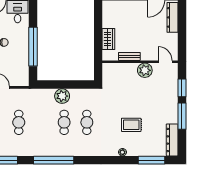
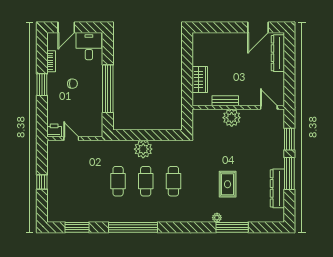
plant: (145, 70) -> (232, 118), moved
cafe table: (19, 122) -> (118, 181), moved
rug: (131, 125) -> (228, 184), turned 90
dresser: (172, 140) -> (277, 188), moved
window: (151, 160) -> (232, 227), moved

